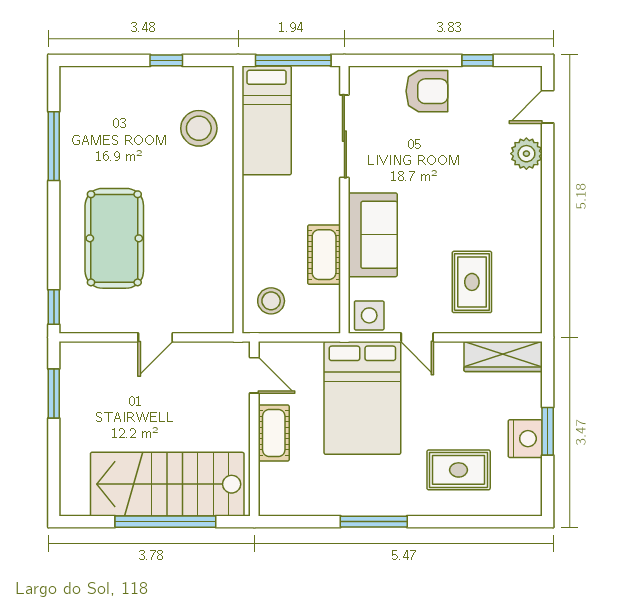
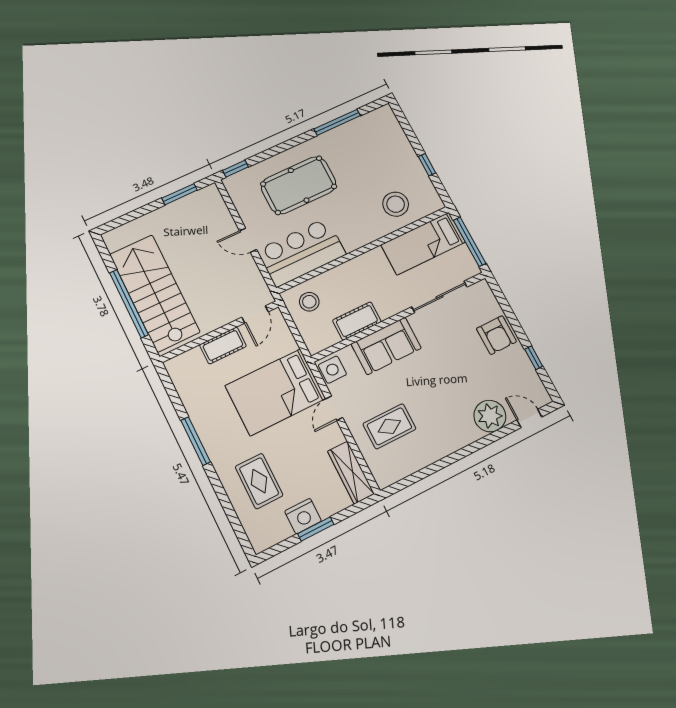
plant: (526, 154) -> (490, 416), width x1.36, depth x1.36
bar counter: (203, 279) -> (302, 252), added

